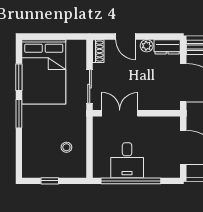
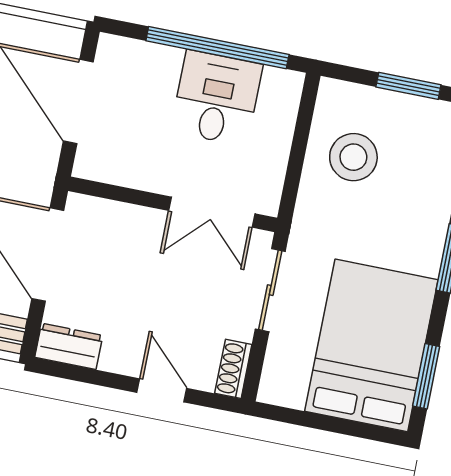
plant: (147, 46) -> (117, 358), removed
window: (19, 77) -> (426, 376), moved
stool: (66, 147) -> (353, 157), width x1.89, depth x1.89
window: (50, 181) -> (408, 86), width x1.50

